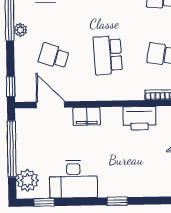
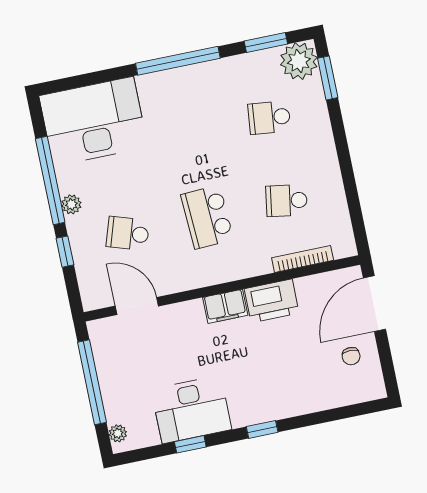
window: (11, 87) -> (65, 252), moved
filing cabinet: (87, 116) -> (225, 306), moved
plant: (27, 180) -> (118, 433), width x0.53, depth x0.53
window: (44, 202) -> (190, 444), moved

